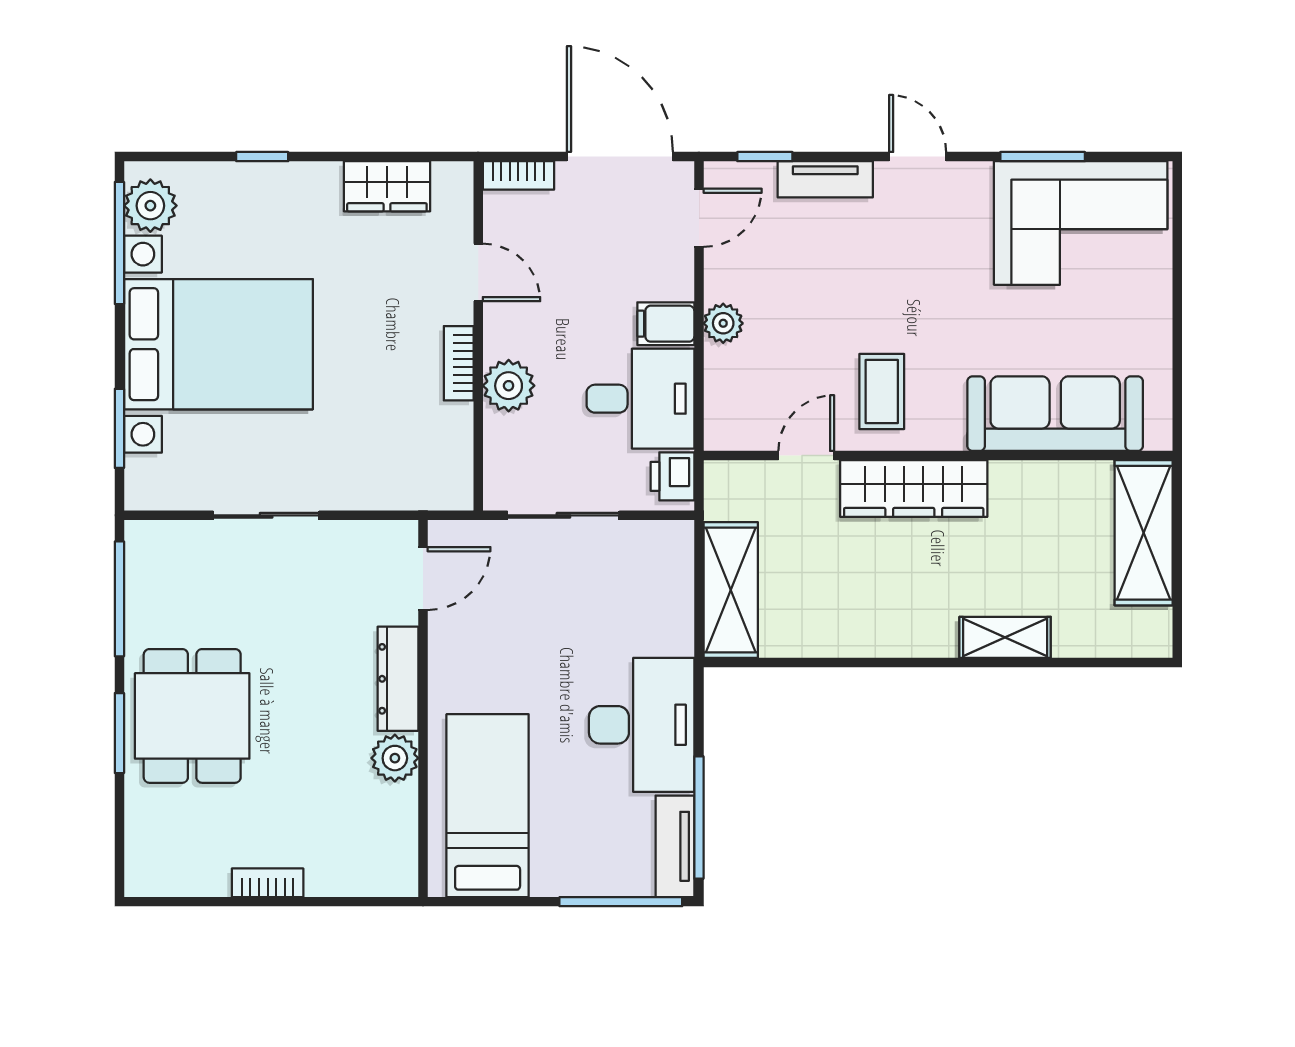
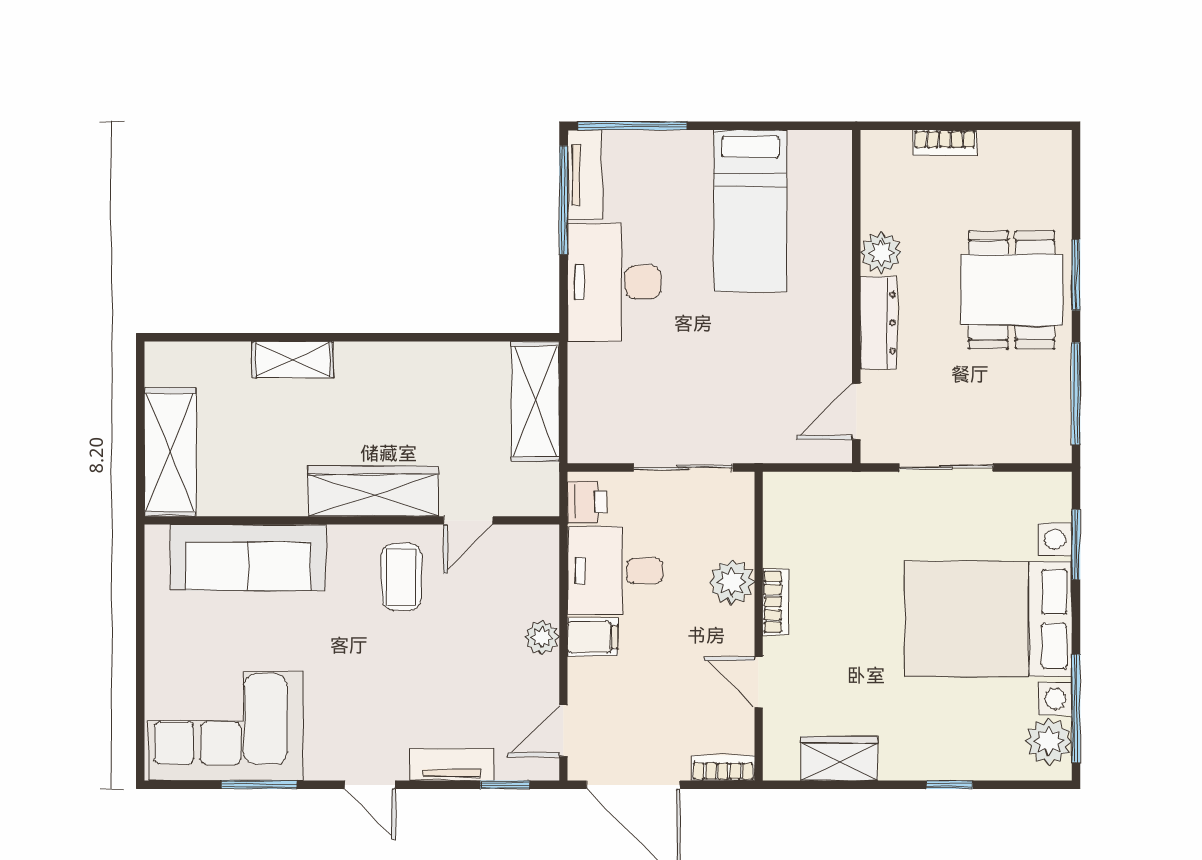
door: (423, 579) -> (856, 411), moved
dresser: (398, 679) -> (878, 323), moved
wall: (423, 708) -> (856, 297), moved
plant: (395, 758) -> (881, 253), moved

